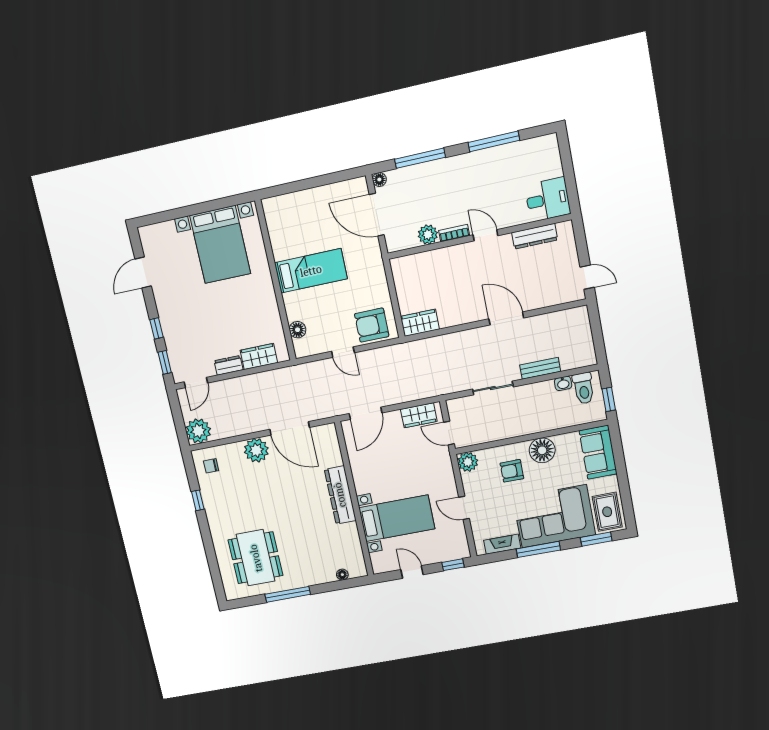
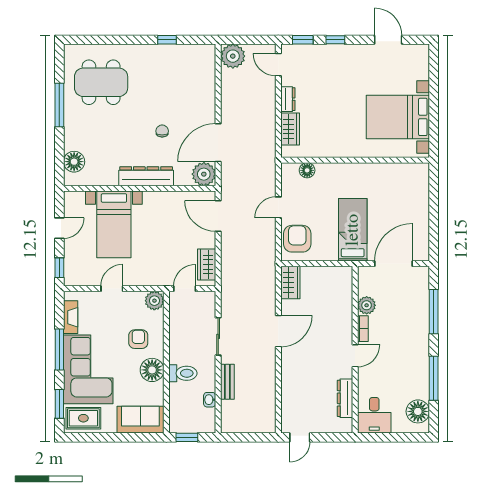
floor lamp: (379, 180) -> (418, 411), moved, width x1.89, depth x1.89
bed: (311, 271) -> (353, 230), moved, turned 180
door: (506, 318) -> (278, 331), moved
toilet: (584, 388) -> (183, 373), moved, turned 180
plant: (256, 450) -> (204, 174), moved
chair: (211, 466) -> (162, 131), moved
floor lamp: (342, 575) -> (74, 162), width x1.89, depth x1.89

